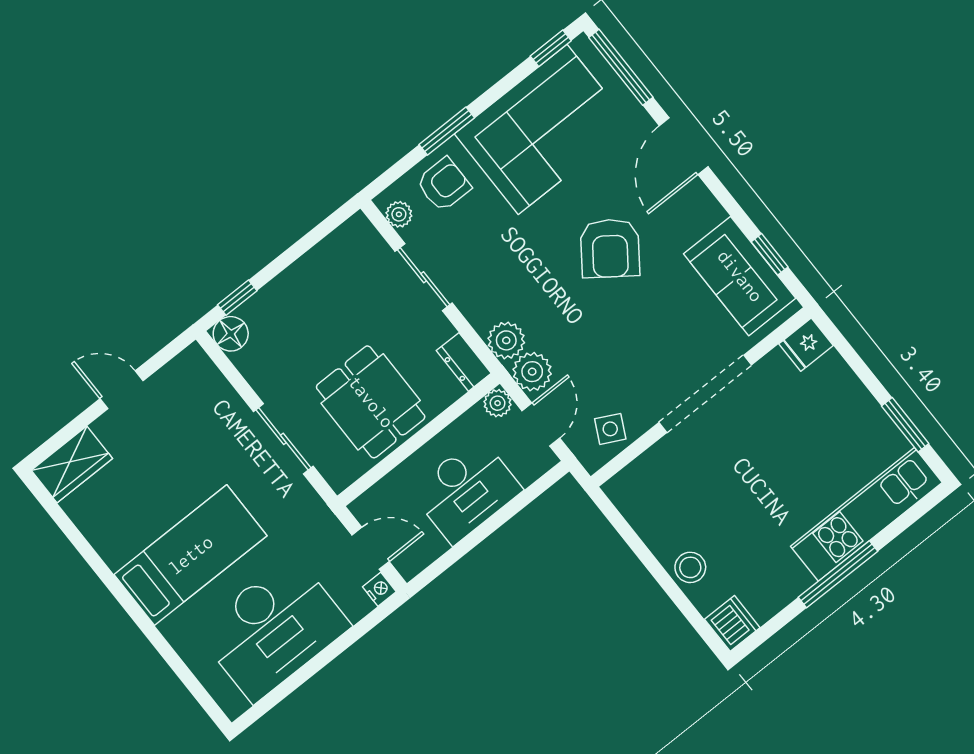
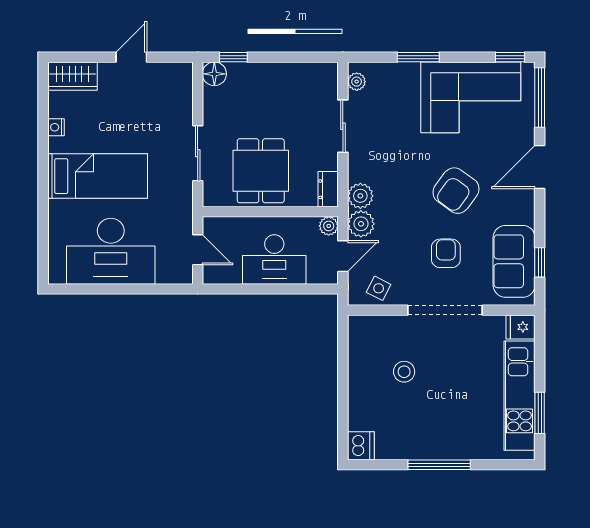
armchair: (444, 184) -> (446, 253), moved, turned -90
door: (122, 390) -> (131, 57), hinge flipped
kitchen unit: (866, 514) -> (520, 396), moved, turned -90
stool: (690, 567) -> (404, 372), moved
nightstand: (379, 589) -> (56, 127), moved, turned 180

